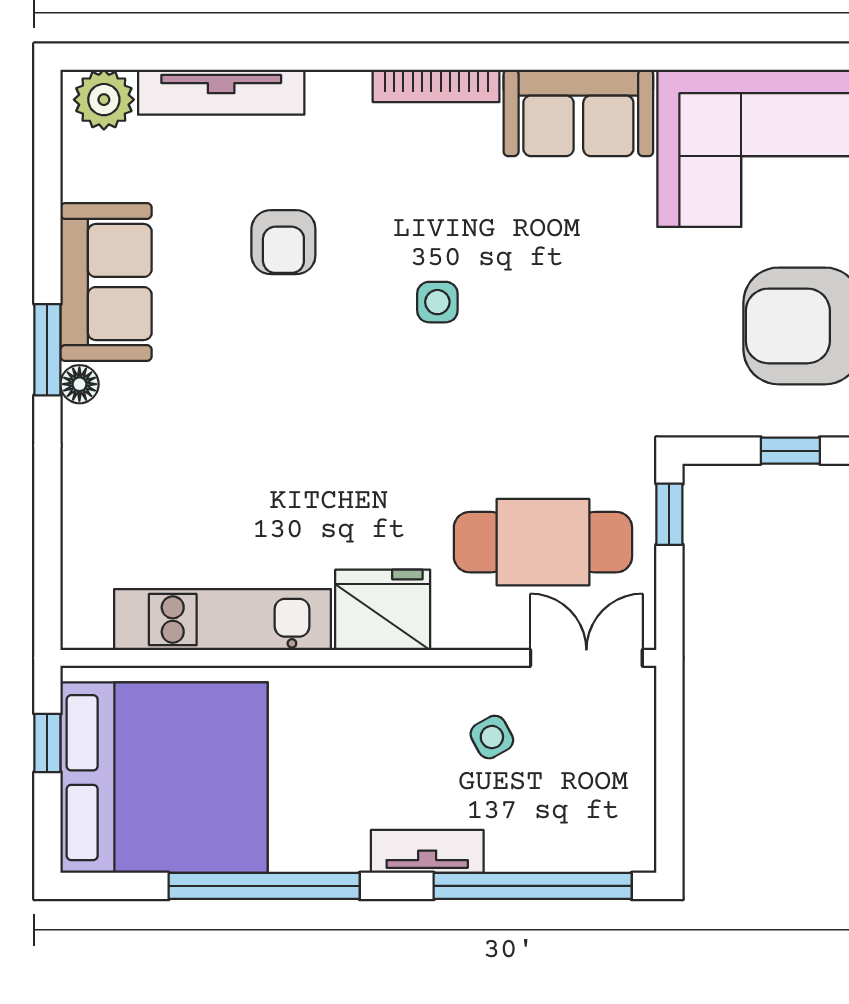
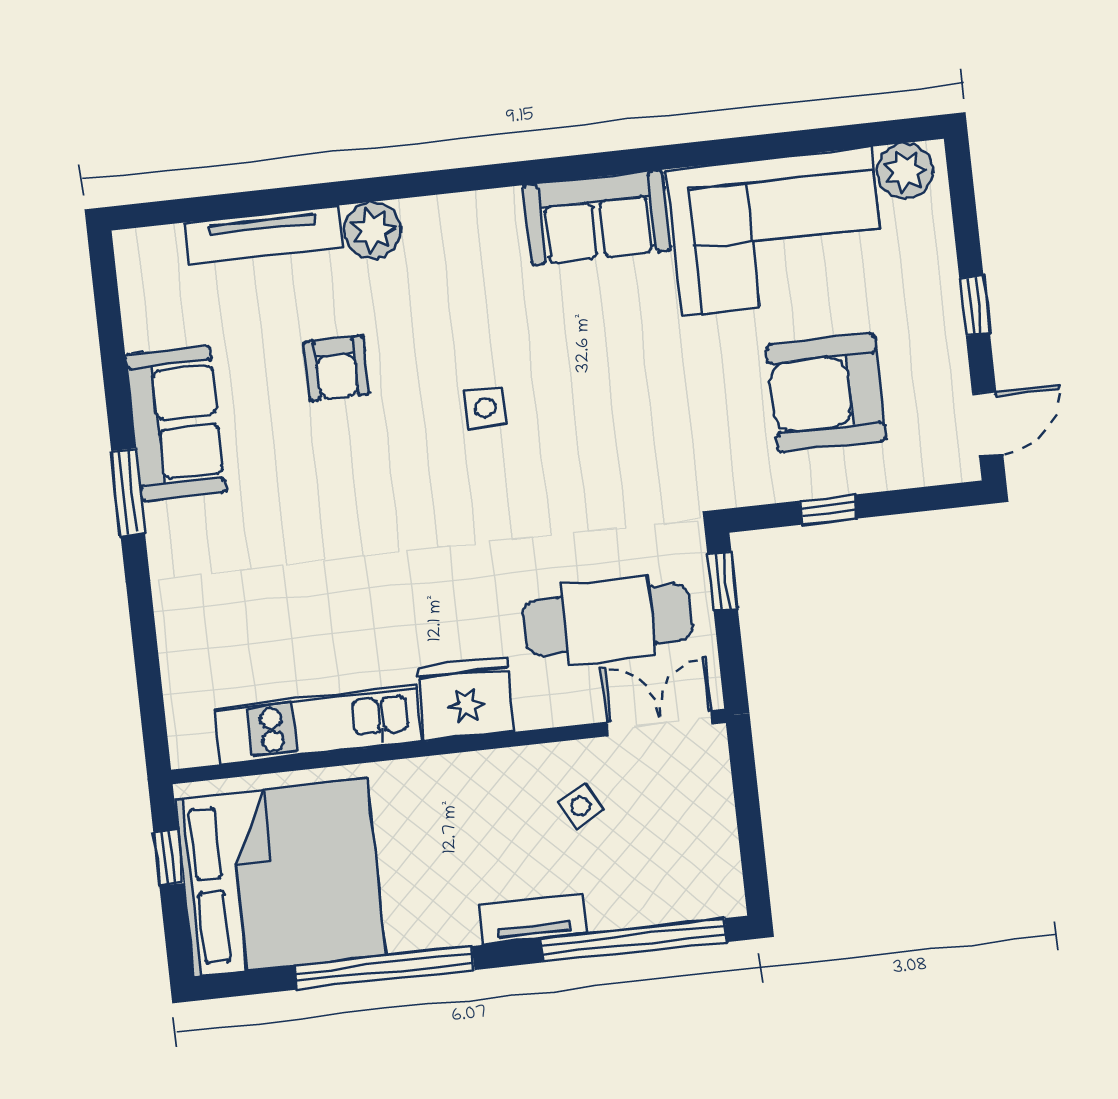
bookcase: (436, 86) -> (462, 207), removed
plant: (104, 100) -> (373, 230), moved
floor lamp: (79, 384) -> (161, 521), removed

